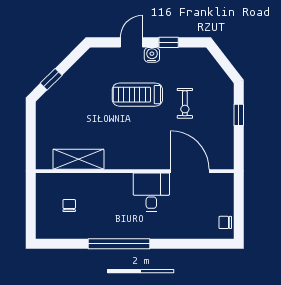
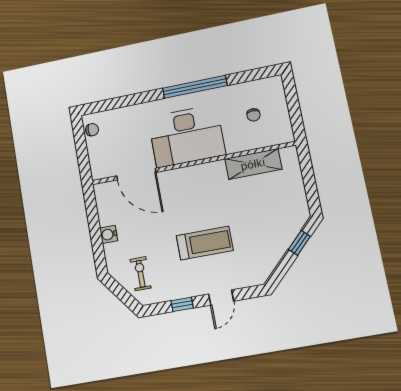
water cooler: (152, 55) -> (109, 234), moved, turned 90
exercise bike: (185, 103) -> (141, 274), moved
window: (239, 115) -> (97, 241), removed
desk: (151, 192) -> (187, 136), width x1.87, depth x1.30

